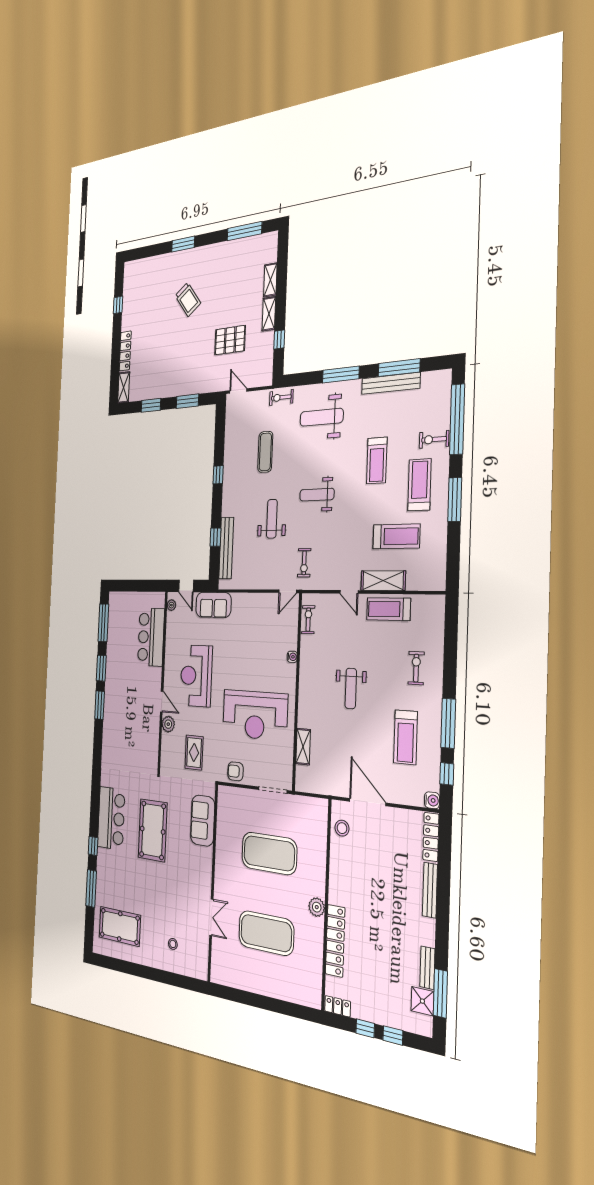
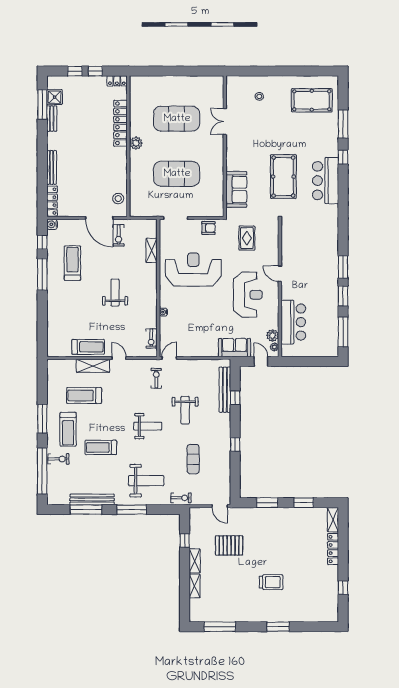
trolley: (188, 299) -> (271, 582), turned 127
treadmill: (377, 460) -> (101, 447), turned -90
exercise bike: (416, 668) -> (119, 235), moved
plant: (168, 724) -> (273, 335), moved

